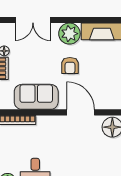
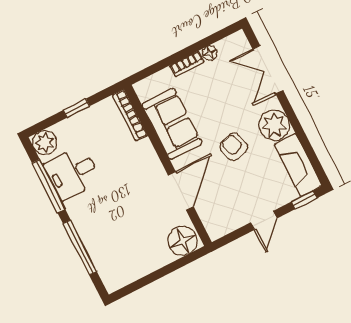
armchair: (70, 66) -> (234, 147), turned 74

